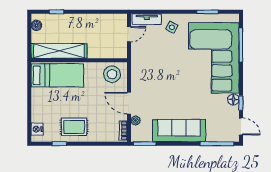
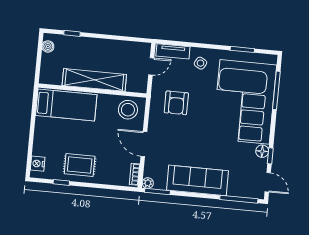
shelving: (59, 51) -> (94, 80), moved
armchair: (154, 64) -> (176, 103), added
plant: (136, 120) -> (148, 183), moved

